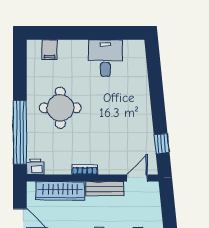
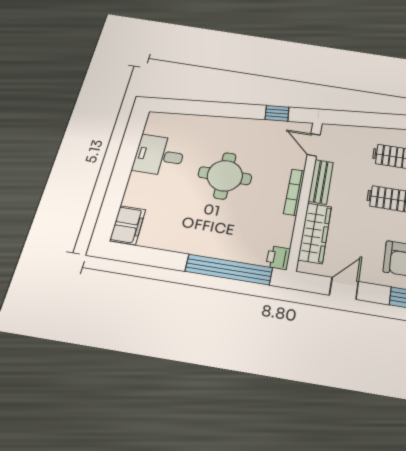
filing cabinet: (50, 50) -> (128, 225), width x2.00
round table: (60, 108) -> (225, 176), moved
bookcase: (85, 170) -> (294, 192), width x1.56

